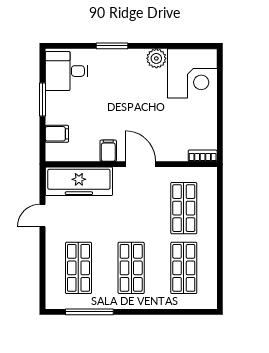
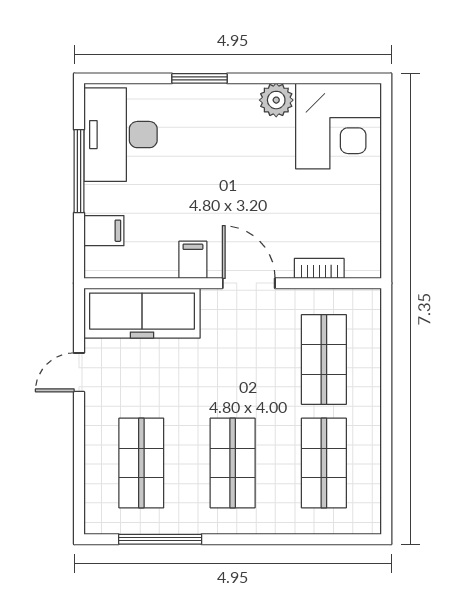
desk: (66, 71) -> (121, 135), width x1.37
window: (43, 99) -> (79, 171), width x1.44
bookcase: (203, 156) -> (319, 268), moved

